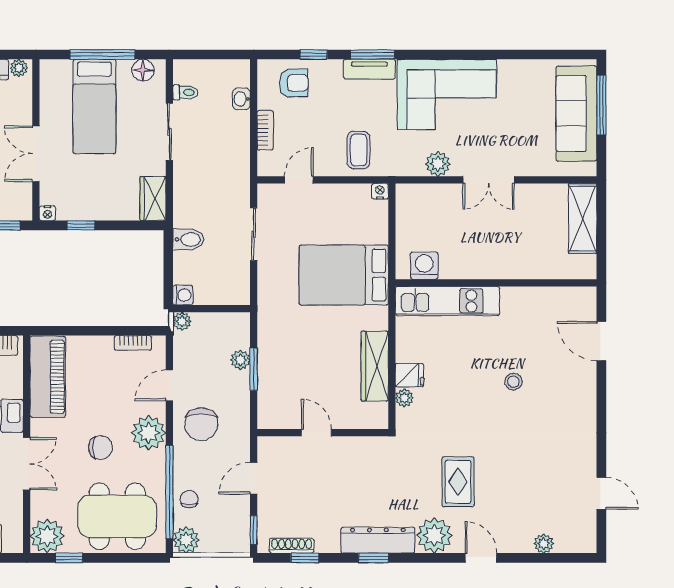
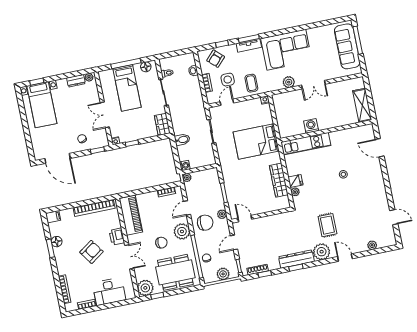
armchair: (294, 83) -> (216, 59), turned 133
side table: (310, 132) -> (228, 80), added
shelving: (583, 219) -> (362, 105), moved
washing machine: (424, 266) -> (311, 126), moved
plant: (240, 360) -> (222, 214), moved
chair: (201, 424) -> (205, 223), turned -90
door: (316, 433) -> (245, 219), moved
plant: (186, 540) -> (223, 274), moved

